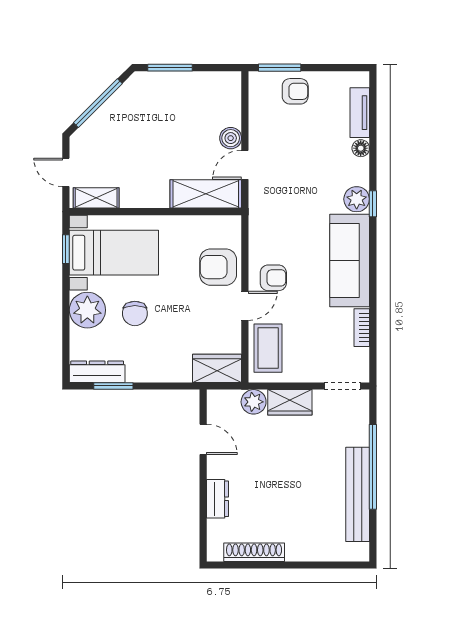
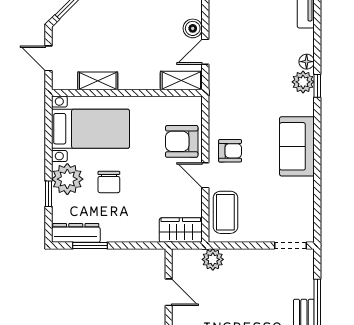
floor lamp: (361, 148) -> (307, 62), moved
shelving: (206, 194) -> (181, 80), width x0.67, depth x0.75
shelving: (96, 198) -> (98, 81), moved
window: (66, 249) -> (48, 194), moved
sofa: (350, 260) -> (297, 146), width x0.73
door: (245, 306) -> (205, 175), swing flipped
bookcase: (362, 328) -> (307, 194), removed
wardrobe: (290, 402) -> (244, 260), removed

